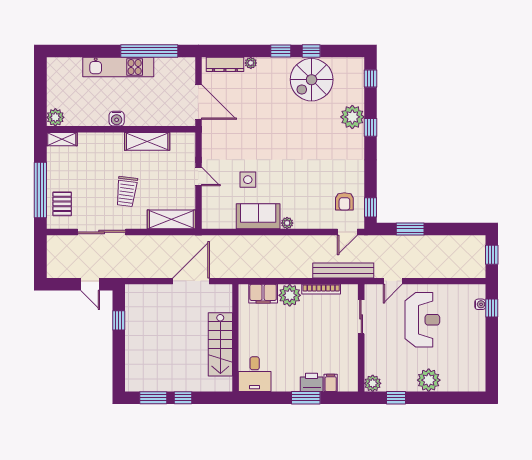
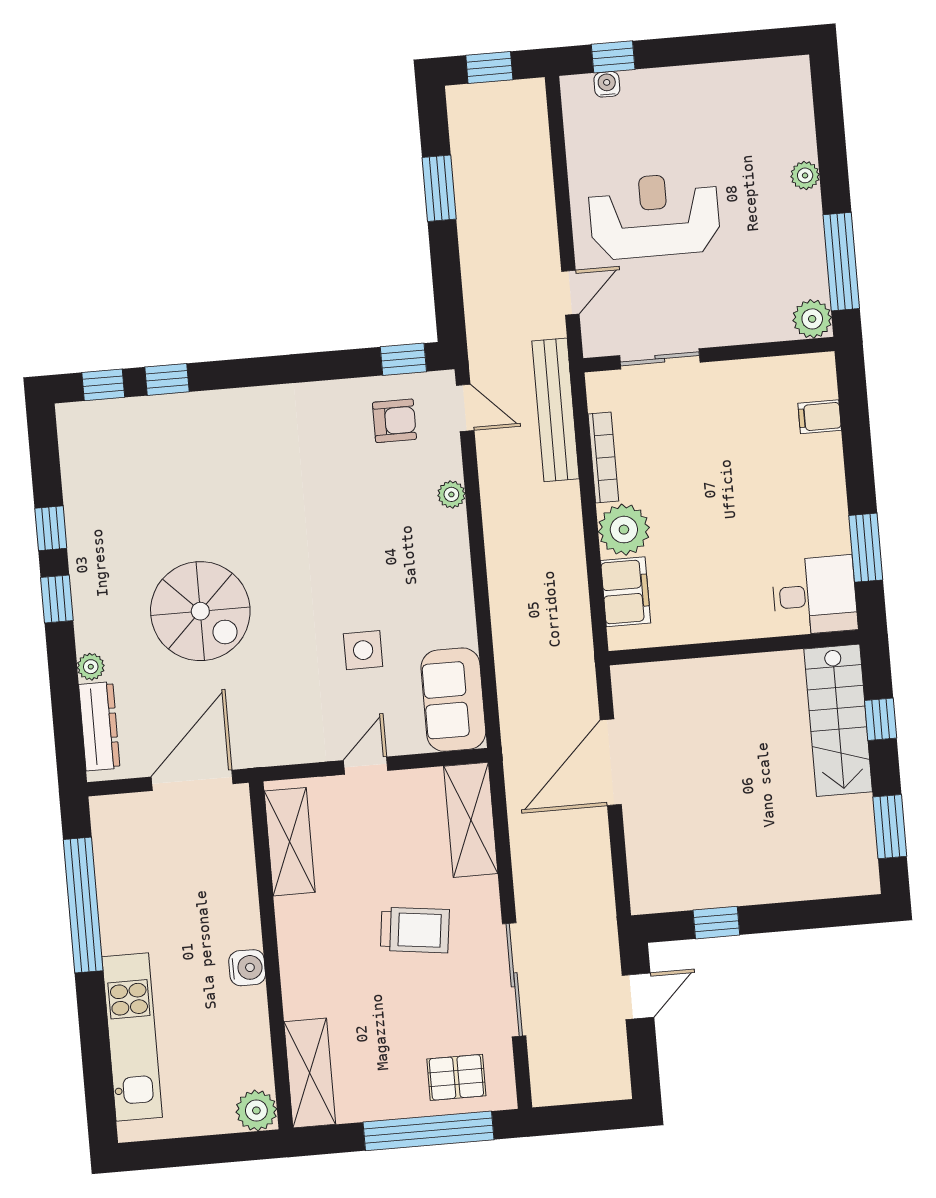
kitchen unit: (118, 67) -> (132, 1037), moved
spiral stairs: (312, 80) -> (200, 611), moved
plant: (352, 117) -> (196, 419), removed
window: (370, 127) -> (167, 379), moved
shelving: (62, 139) -> (310, 1073), width x1.50, depth x1.33
shelving: (147, 141) -> (290, 842), moved
sofa: (258, 216) -> (453, 700), moved
plant: (287, 223) -> (451, 494), moved
window: (410, 229) -> (439, 188), moved
door: (191, 281) -> (611, 762), hinge flipped
door: (393, 281) -> (570, 293), hinge flipped
stairs: (220, 344) -> (838, 720), moved, turned 90
plant: (429, 380) -> (805, 175), width x0.53, depth x0.53
printer: (312, 382) -> (822, 461), removed
window: (183, 398) -> (881, 719), moved
window: (306, 398) -> (866, 548), moved
window: (396, 398) -> (841, 262), width x2.17

